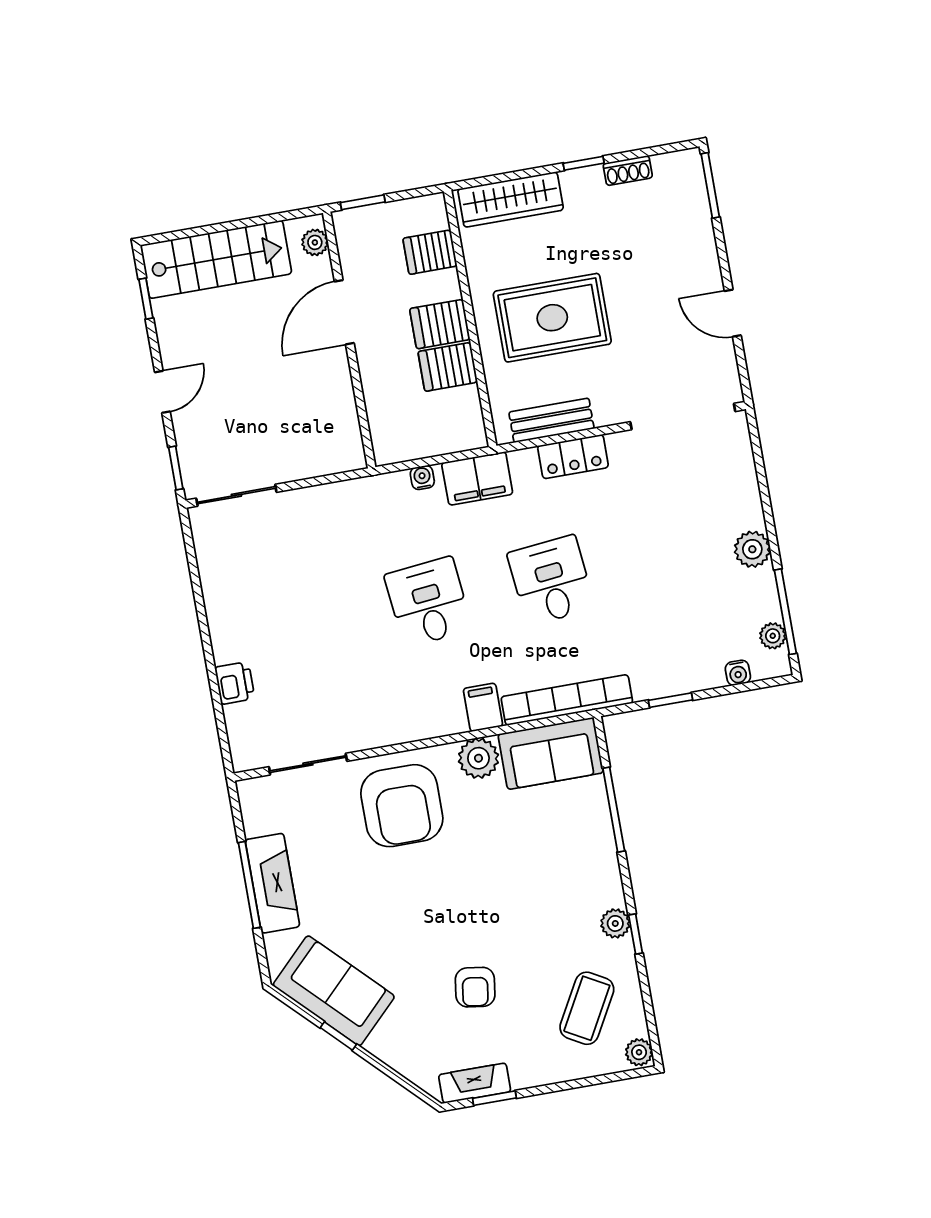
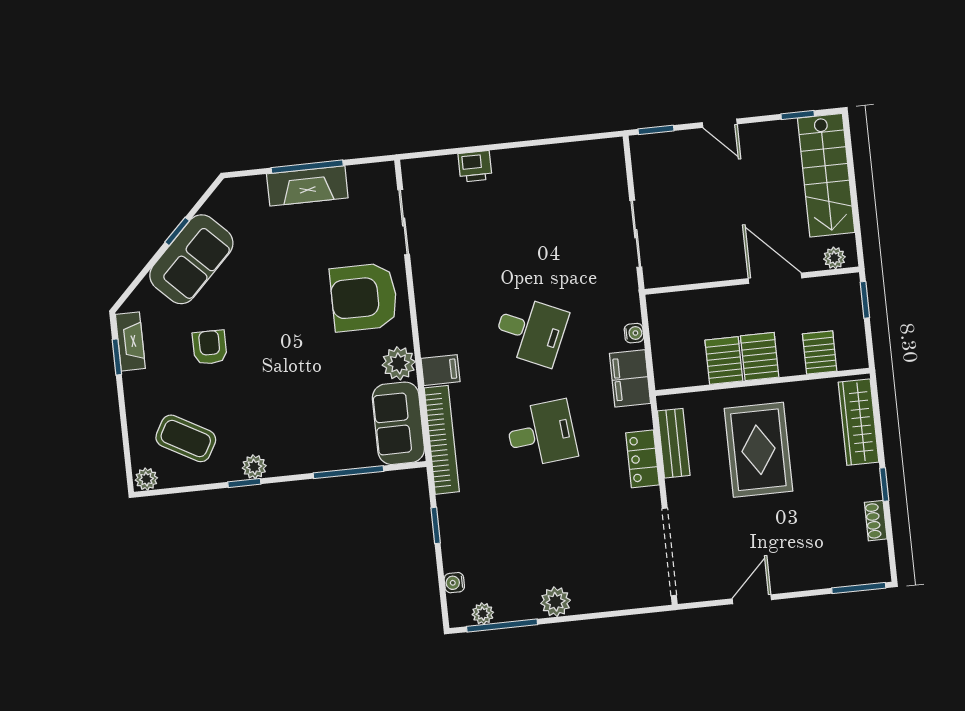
sliding door: (236, 495) -> (636, 234), moved
desk: (428, 602) -> (531, 331), turned 30
armchair: (475, 987) -> (210, 347), turned 82
sofa: (334, 991) -> (191, 259), moved

